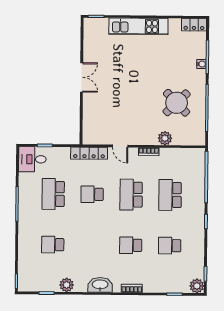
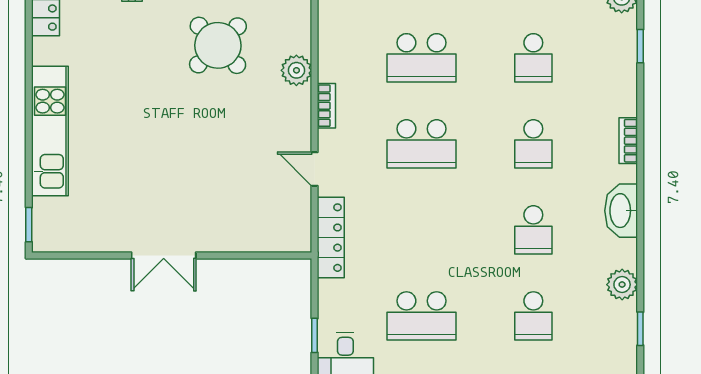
double door: (82, 77) -> (164, 255), swing flipped
door: (120, 146) -> (315, 169), swing flipped
school desk: (92, 194) -> (533, 230), moved

